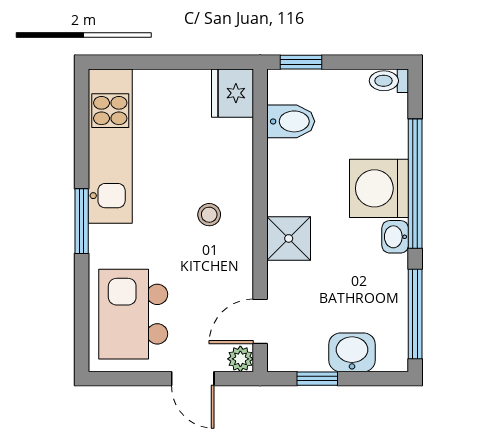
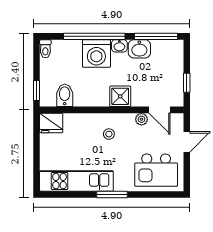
washbasin: (352, 352) -> (139, 49), moved, turned -90
plant: (240, 359) -> (141, 119), moved

